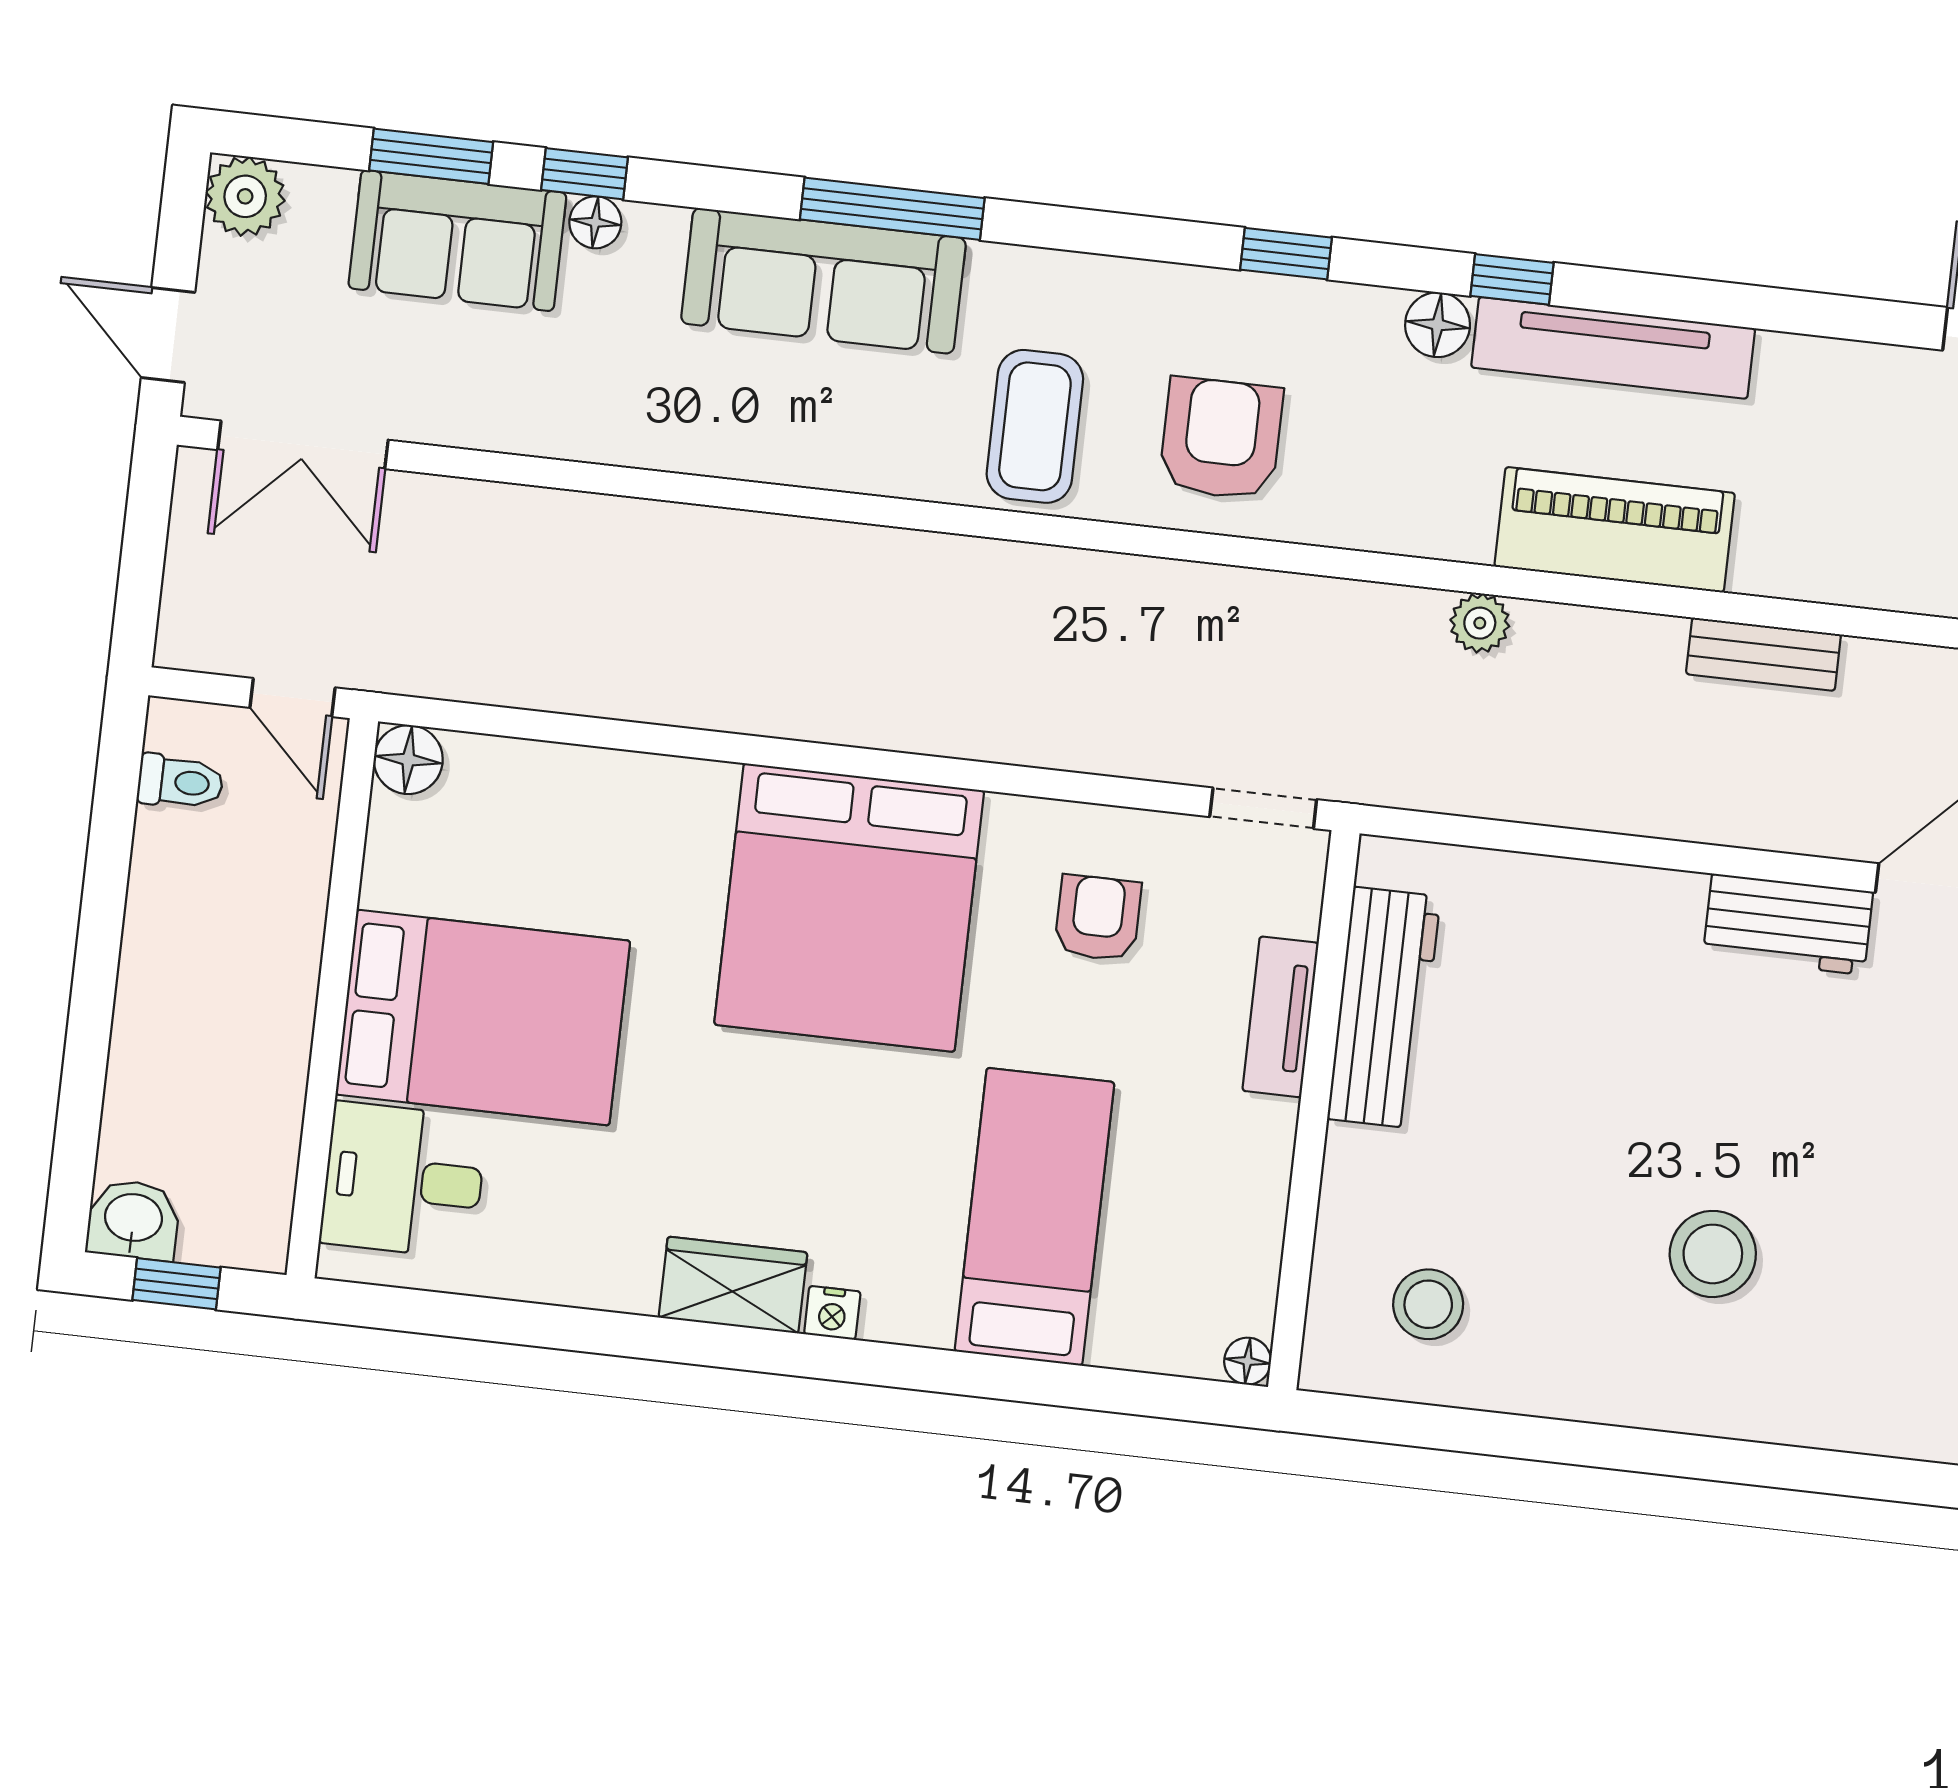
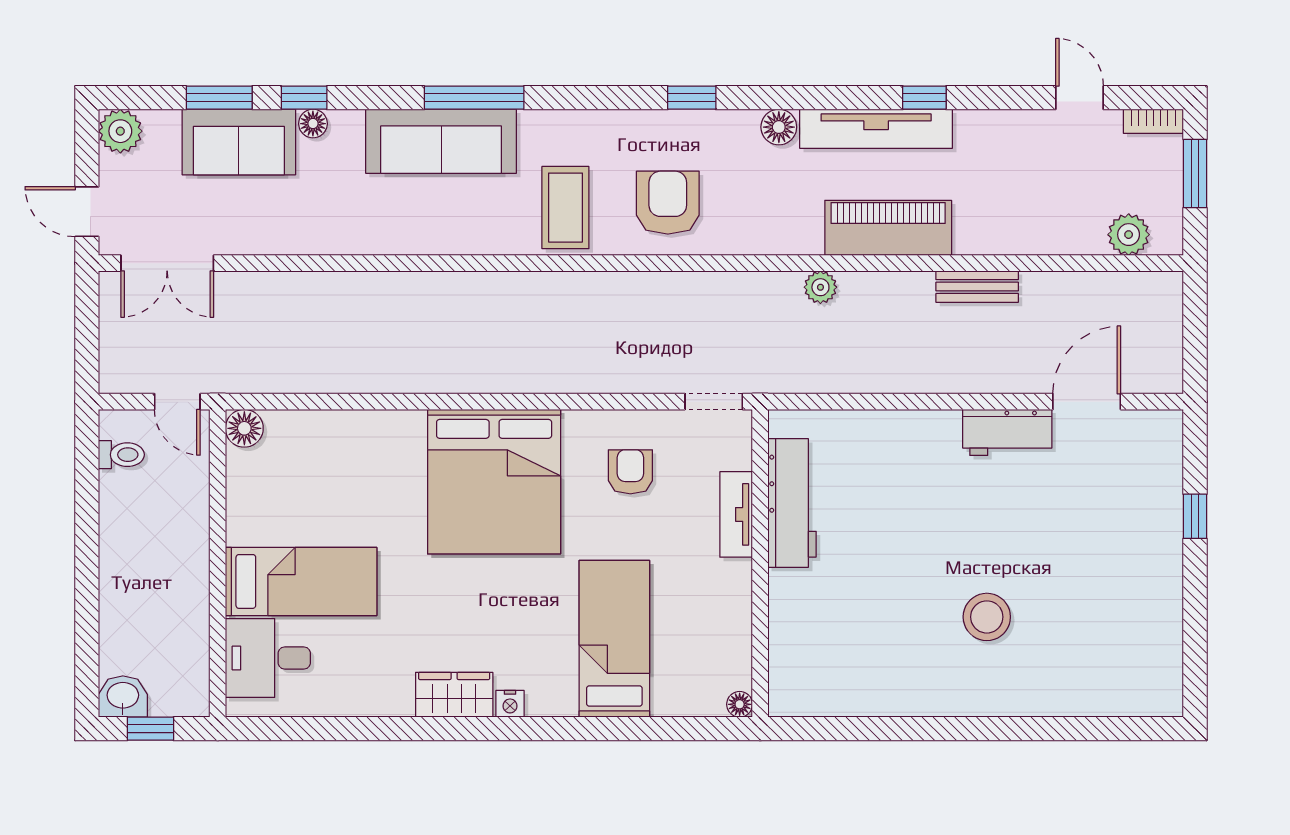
window: (1512, 279) -> (924, 98), moved
bed: (483, 1018) -> (301, 581), width x0.67
stool: (1428, 1304) -> (835, 662), removed

